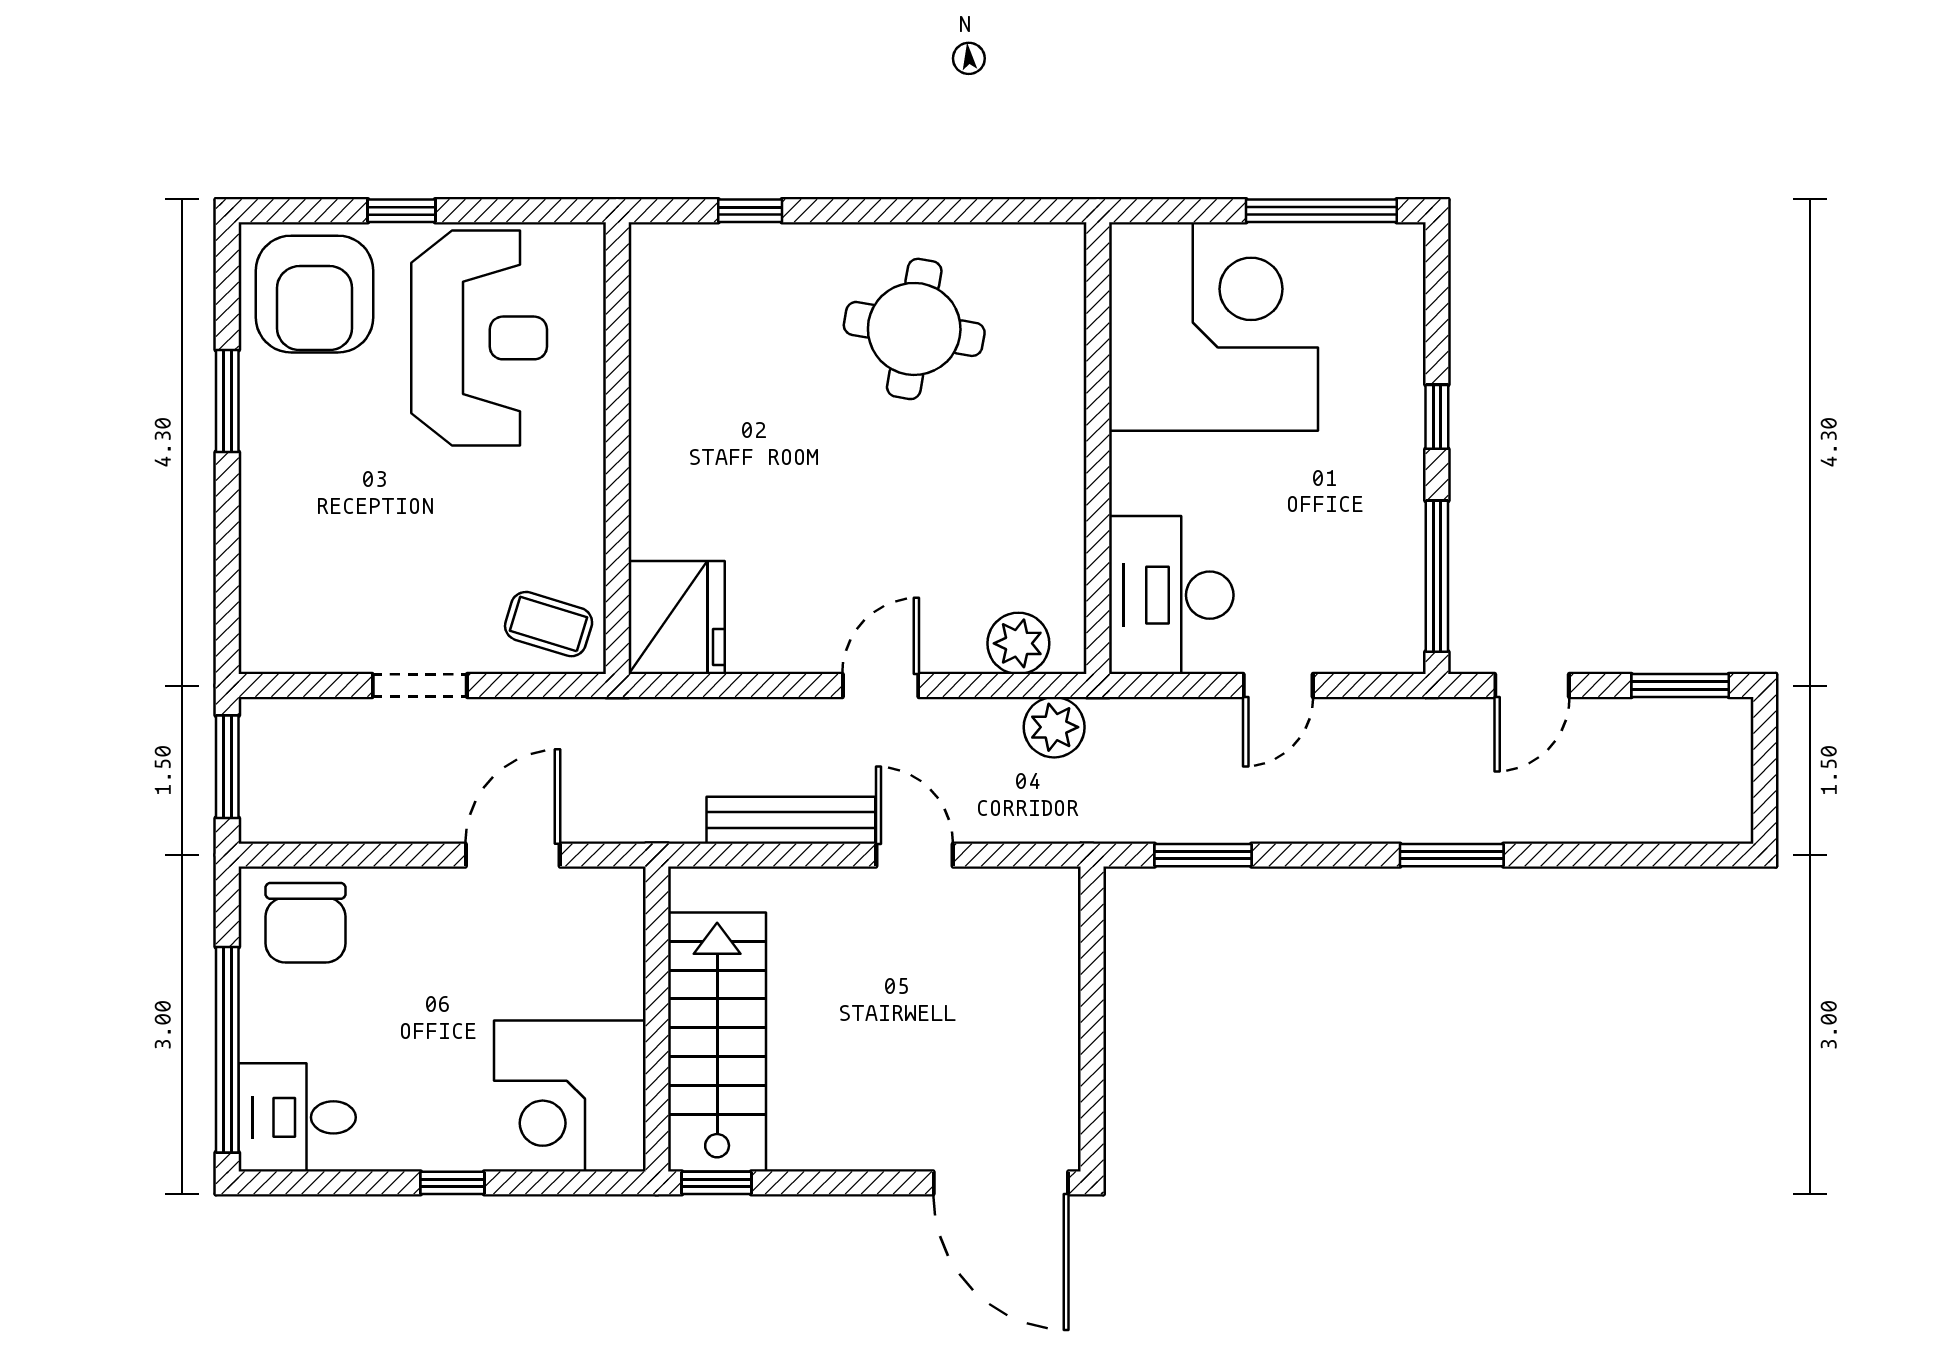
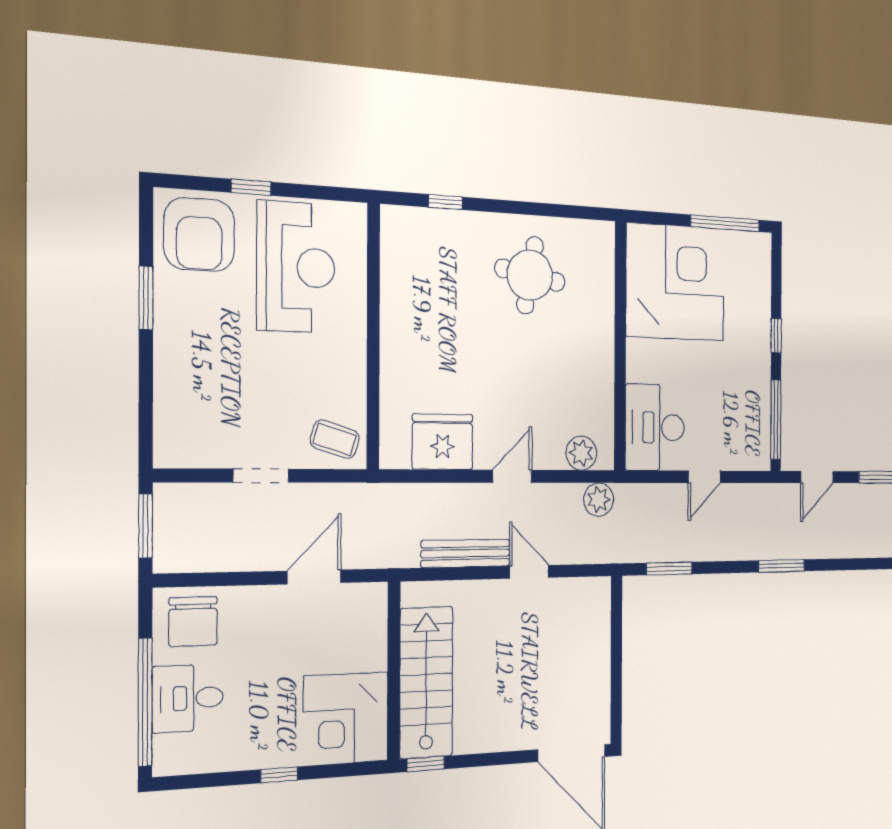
fridge: (677, 618) -> (443, 442), moved, turned -90
desk: (297, 1117) -> (188, 698), moved

